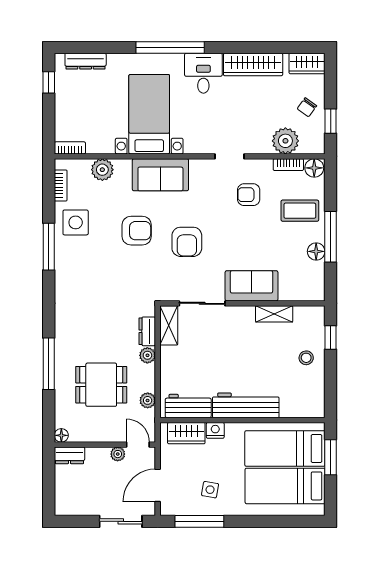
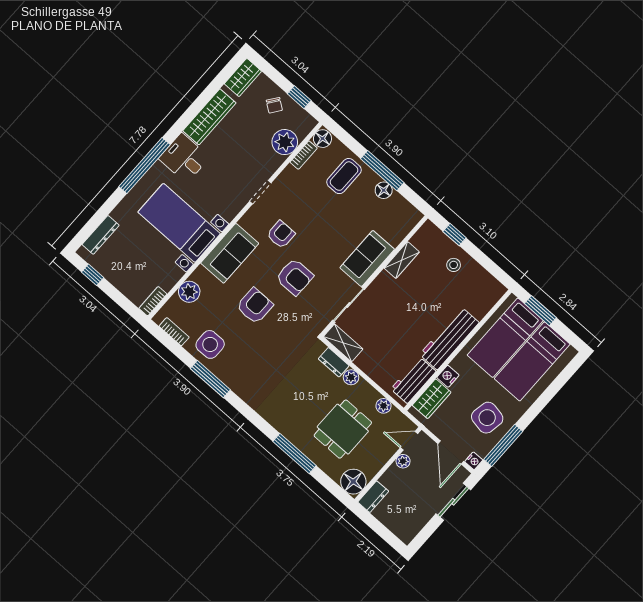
armchair: (249, 195) -> (281, 234), moved, turned 180
floor lamp: (61, 435) -> (353, 482), width x1.89, depth x1.89
side table: (210, 490) -> (487, 418), width x1.87, depth x1.87
nightstand: (167, 509) -> (474, 461), added

